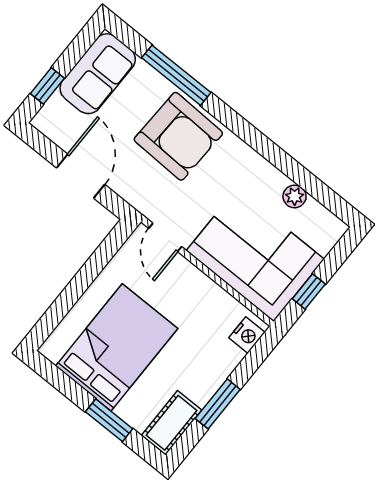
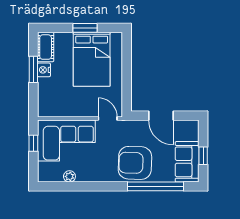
window: (176, 75) -> (155, 186), width x1.46
window: (47, 86) -> (203, 156), moved
nightstand: (247, 335) -> (44, 70), moved
window: (109, 420) -> (85, 28), moved

